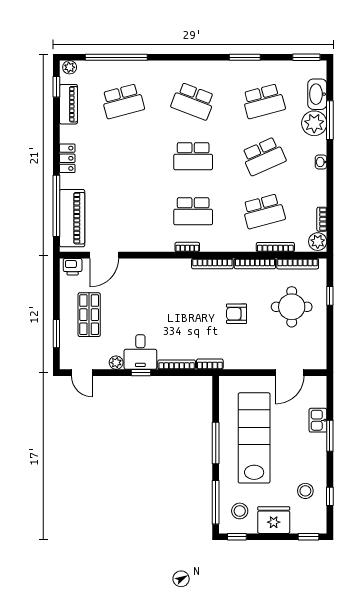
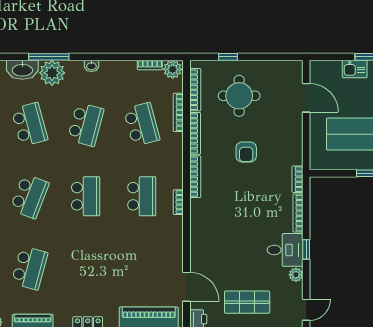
school desk: (123, 101) -> (30, 268), turned 30
school desk: (264, 156) -> (86, 124), turned 39

